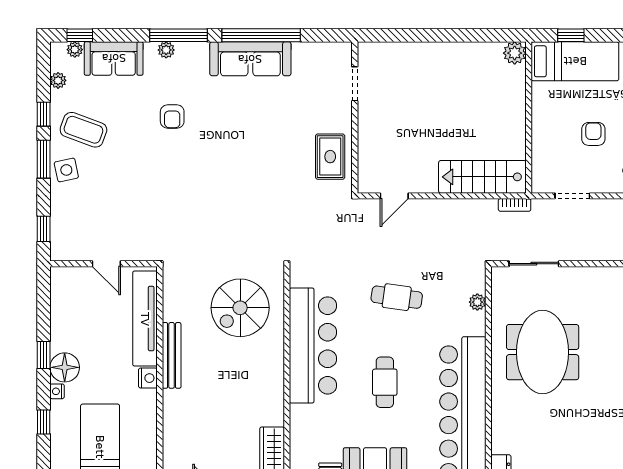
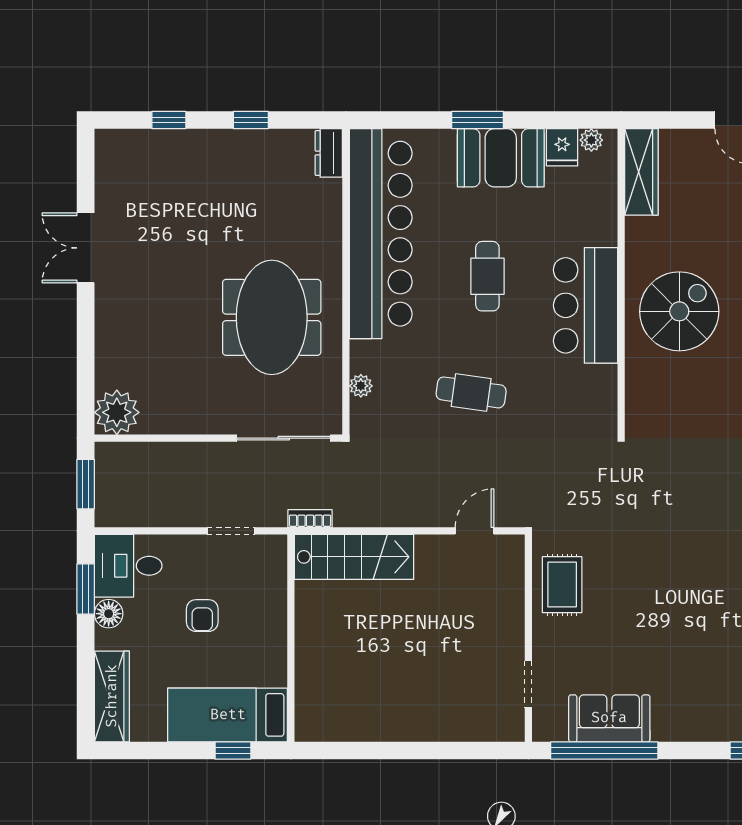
window: (261, 35) -> (604, 751), moved
plant: (515, 53) -> (310, 726), removed
sofa: (250, 59) -> (609, 718), moved, width x0.73
sliding door: (534, 264) -> (284, 438), width x1.37
spiral stairs: (240, 308) -> (679, 311), moved
bar counter: (313, 345) -> (586, 305), width x0.73

